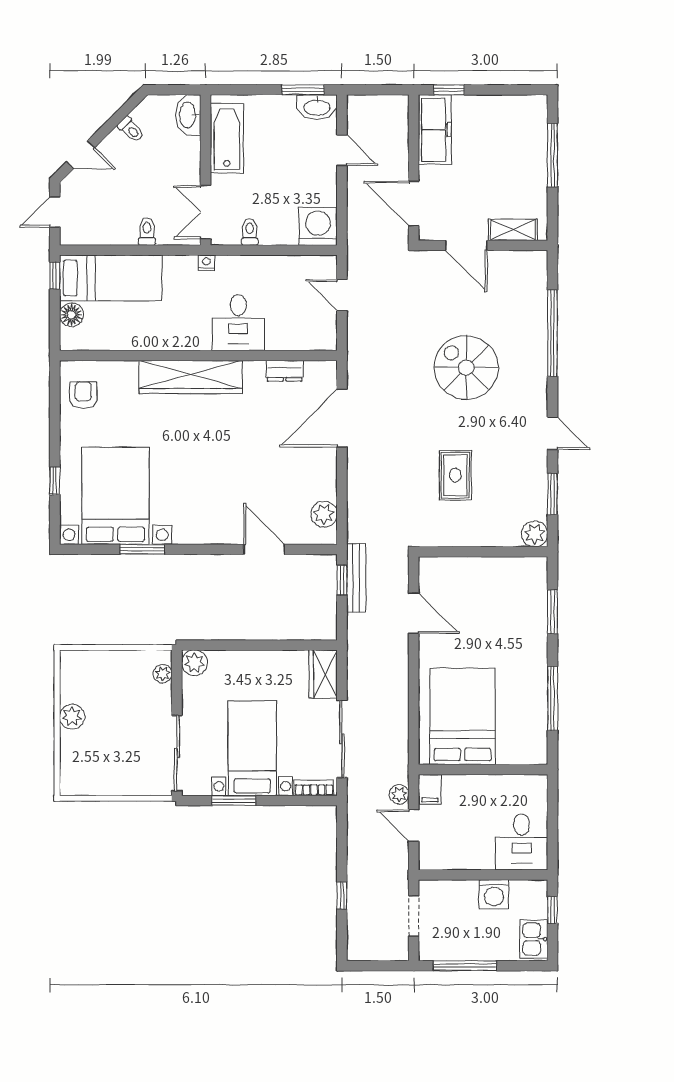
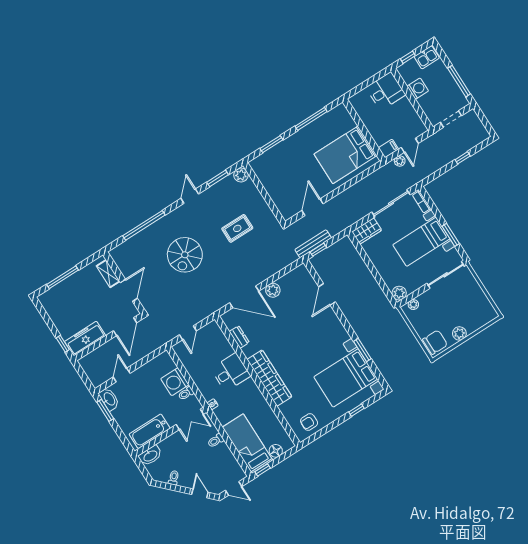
washing machine: (318, 226) -> (175, 382), moved
plant: (324, 514) -> (273, 290), moved
chair: (83, 670) -> (435, 342), added

